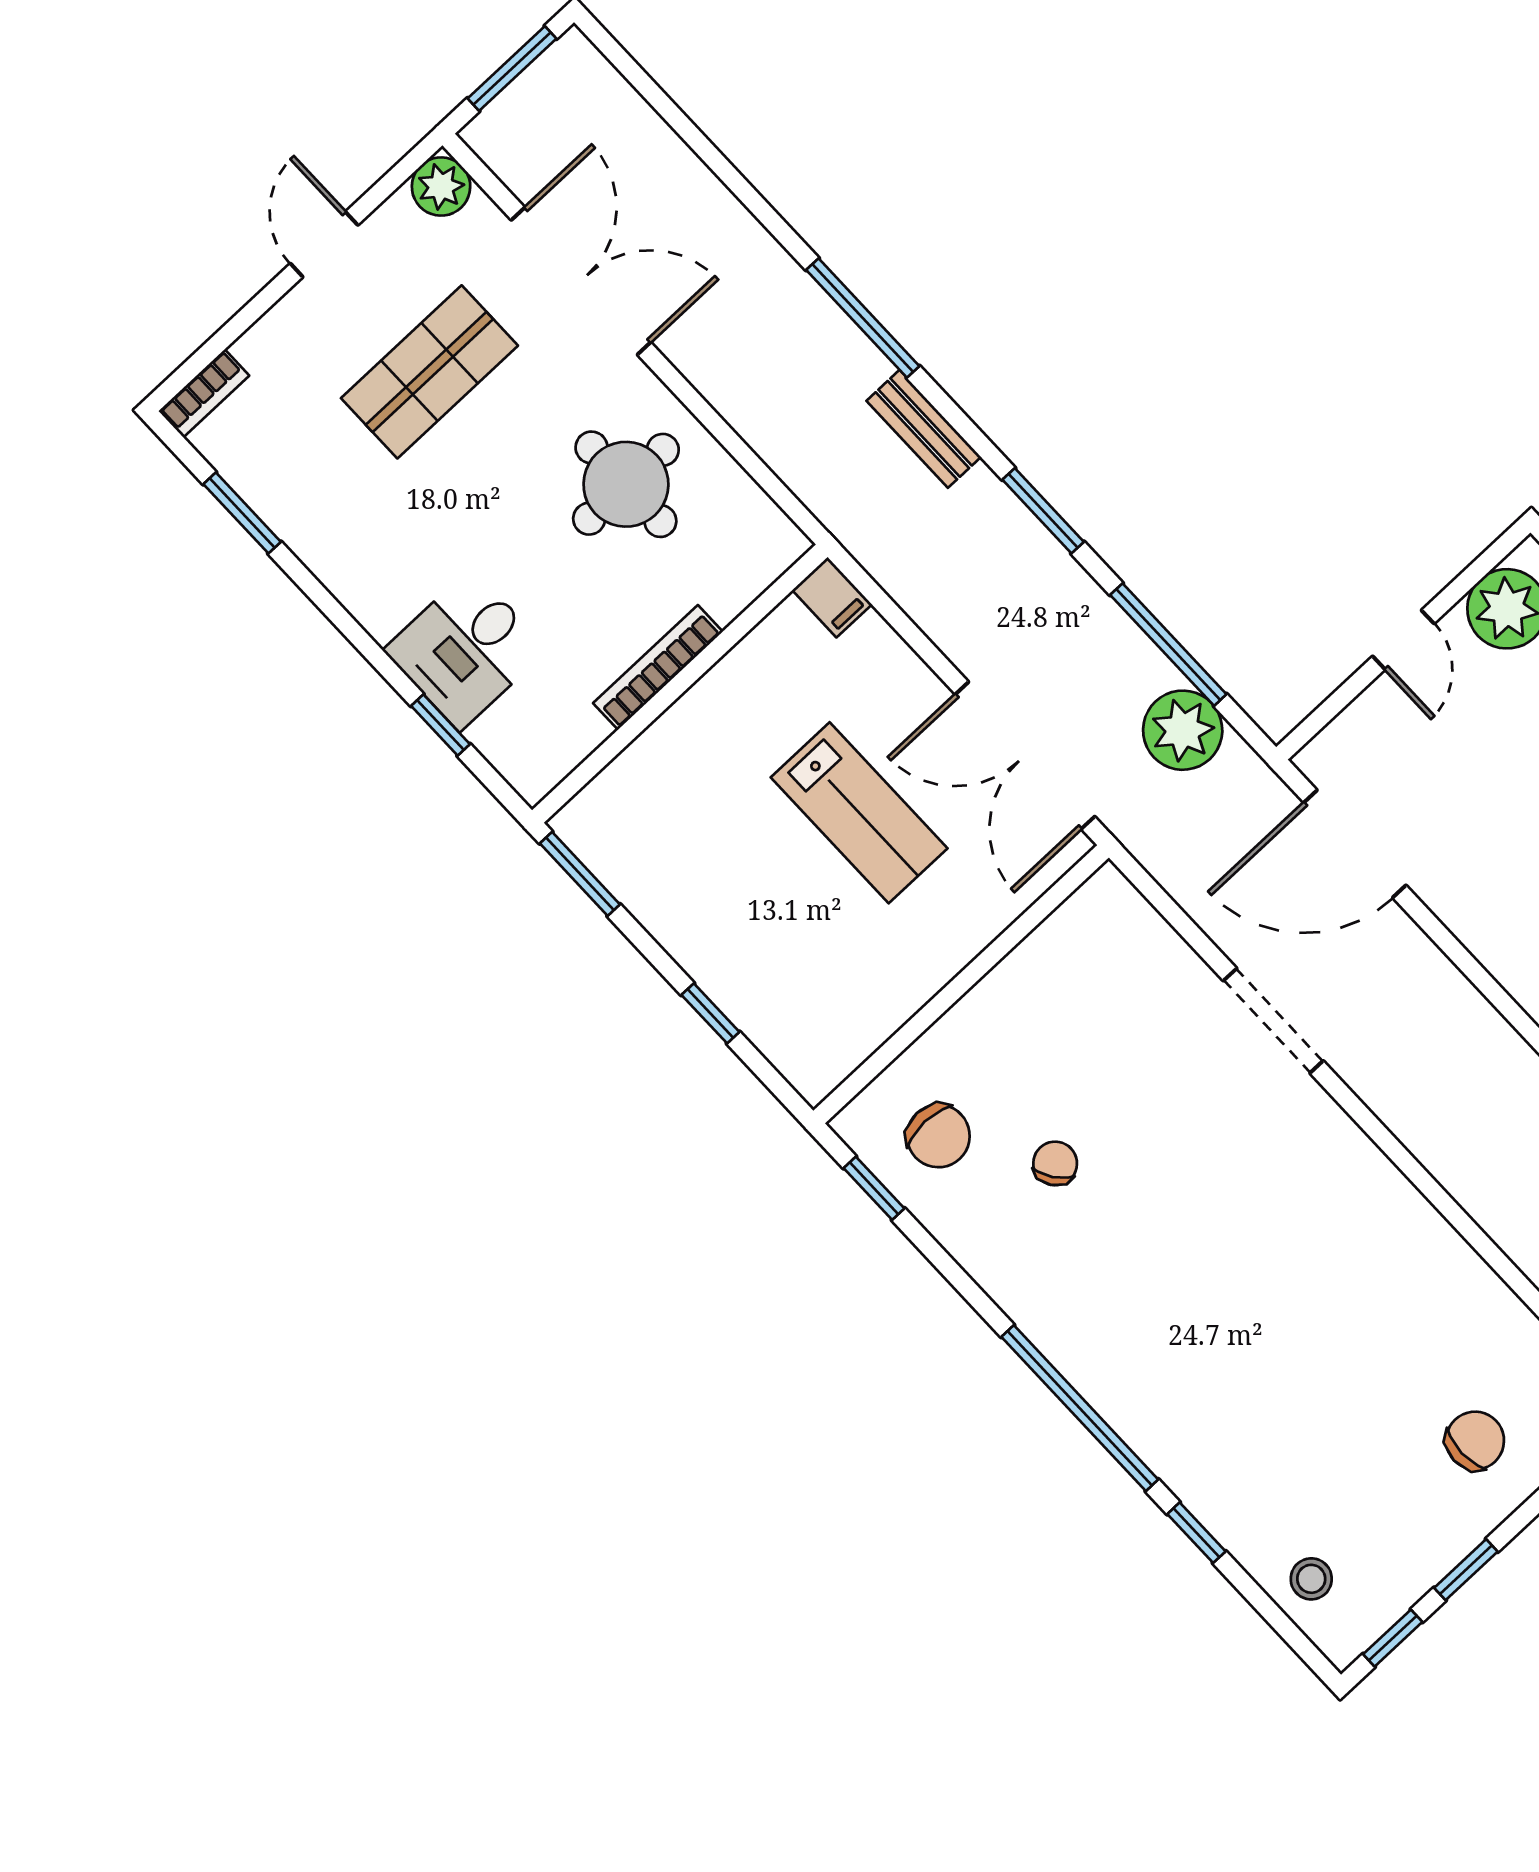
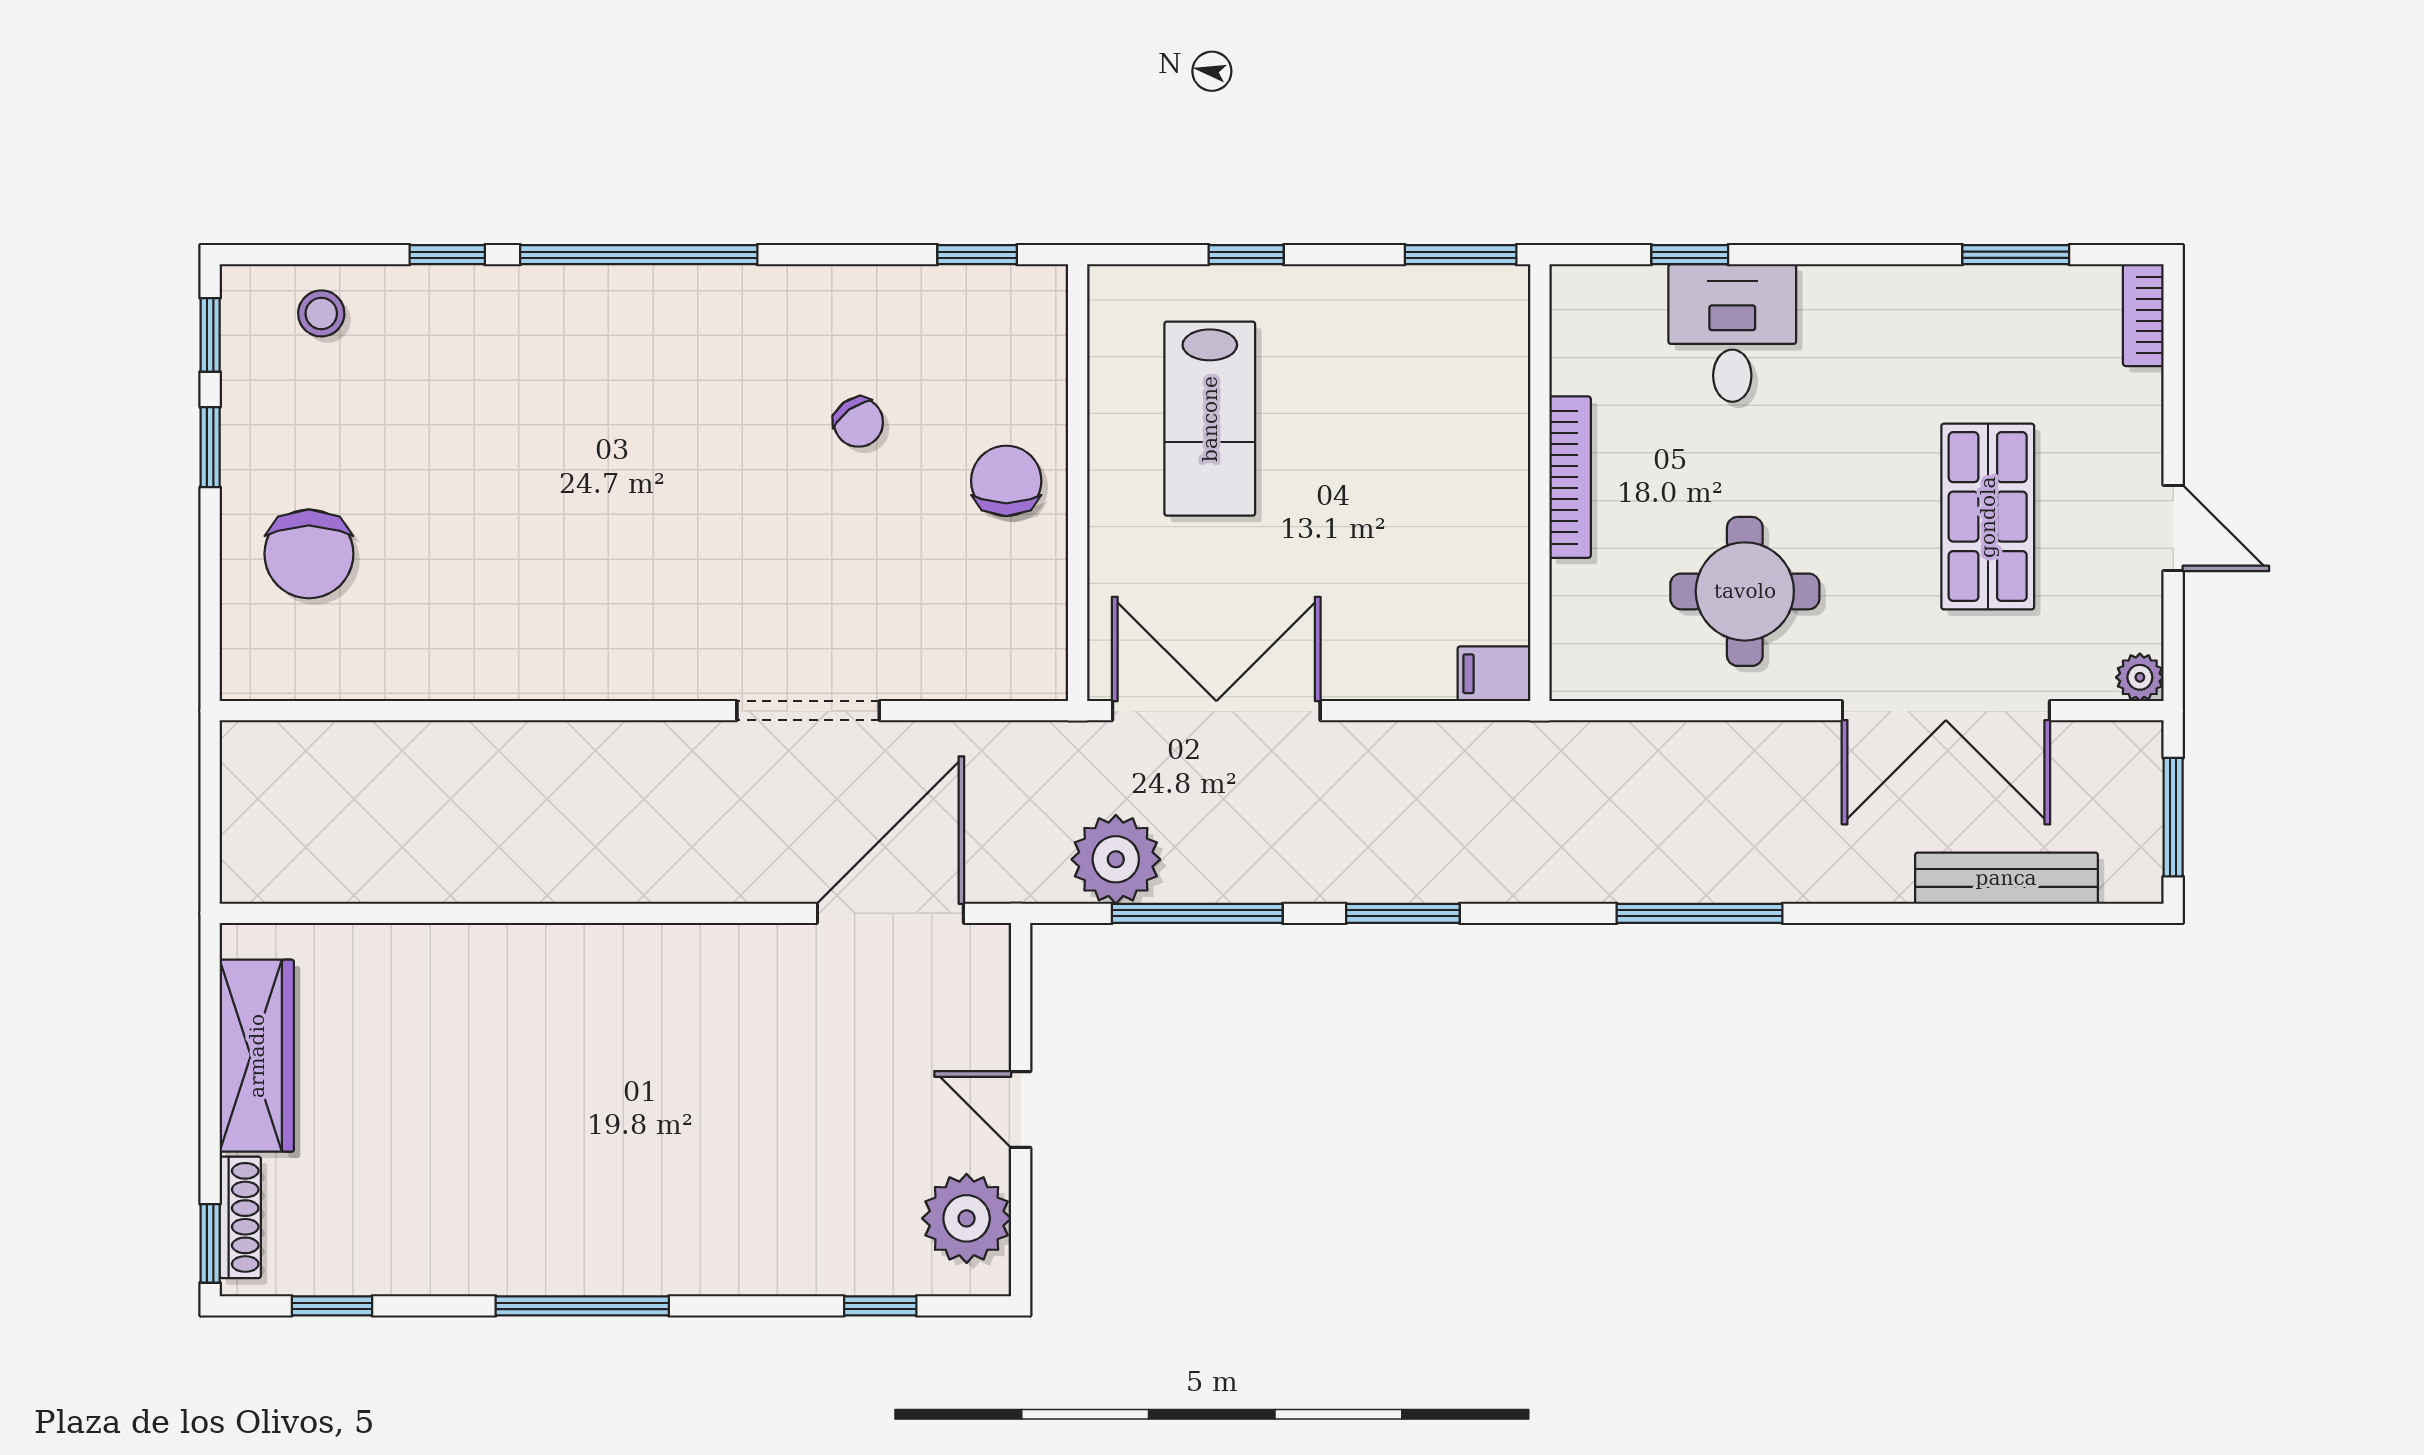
plant: (441, 187) -> (2140, 677), width x0.73, depth x0.73
bench: (924, 429) -> (2006, 878), moved, width x1.36
lab bench: (859, 813) -> (1210, 419), moved, turned -90
chair: (938, 1136) -> (1006, 481), moved, turned 90
chair: (1475, 1441) -> (309, 554), width x1.37, depth x1.37

